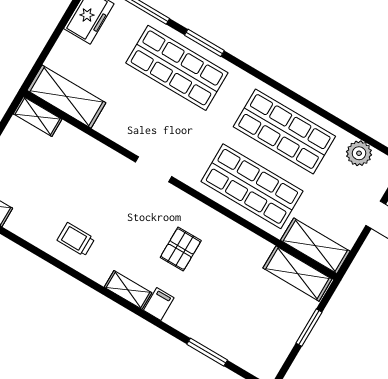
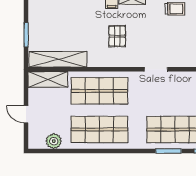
shelving: (297, 274) -> (58, 59), width x1.47

